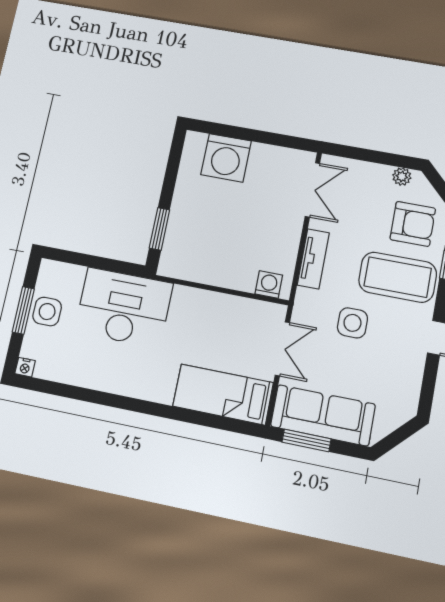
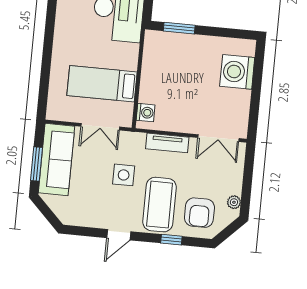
bed: (223, 394) -> (102, 84), moved, turned -90
window: (306, 440) -> (37, 164), moved

